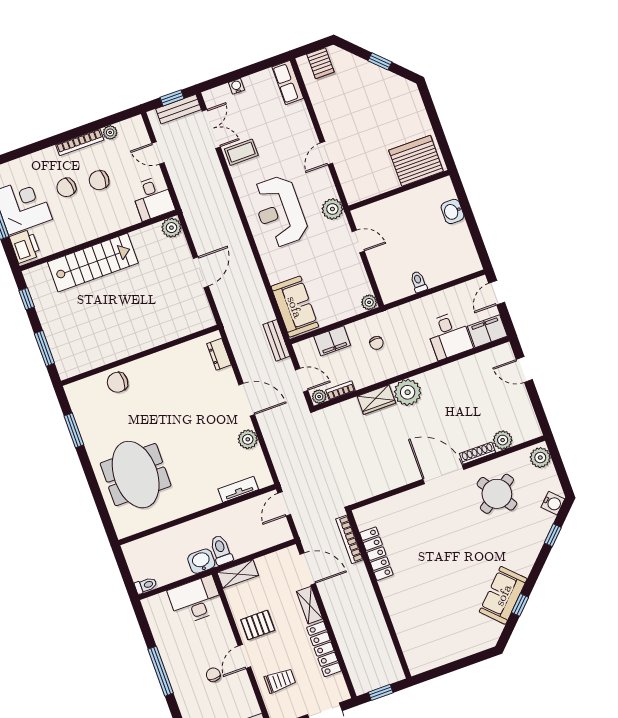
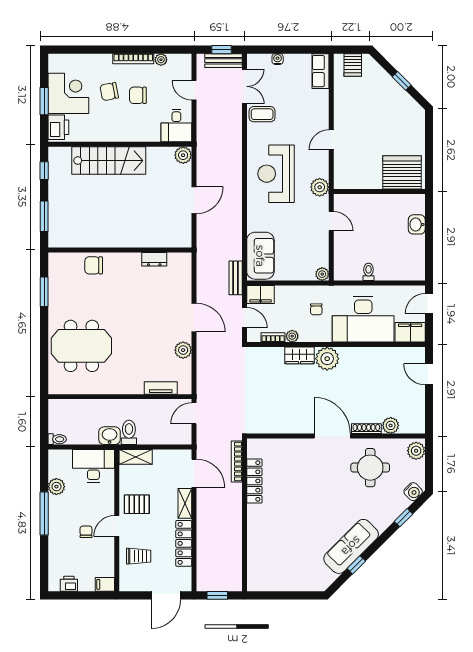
desk: (449, 335) -> (363, 319), width x1.87, depth x1.30
filing cabinet: (332, 341) -> (260, 295), moved
dresser: (219, 354) -> (154, 259), moved, turned -90
plant: (319, 397) -> (292, 336), moved
meeting table: (136, 475) -> (81, 346), turned 90
round table: (497, 494) -> (370, 468), turned 33
sofa: (503, 595) -> (351, 546), width x1.36
plant: (164, 637) -> (56, 487), added

